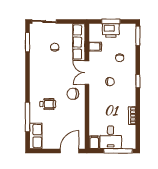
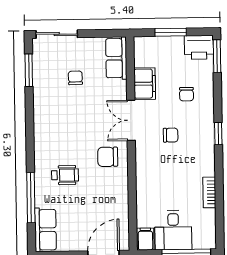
printer: (111, 30) -> (199, 47), moved
row of seats: (79, 42) -> (116, 58), width x0.68
filing cabinet: (95, 47) -> (145, 84), width x2.00

